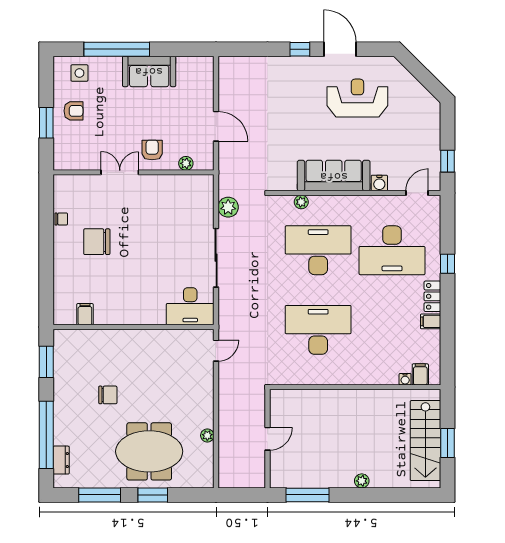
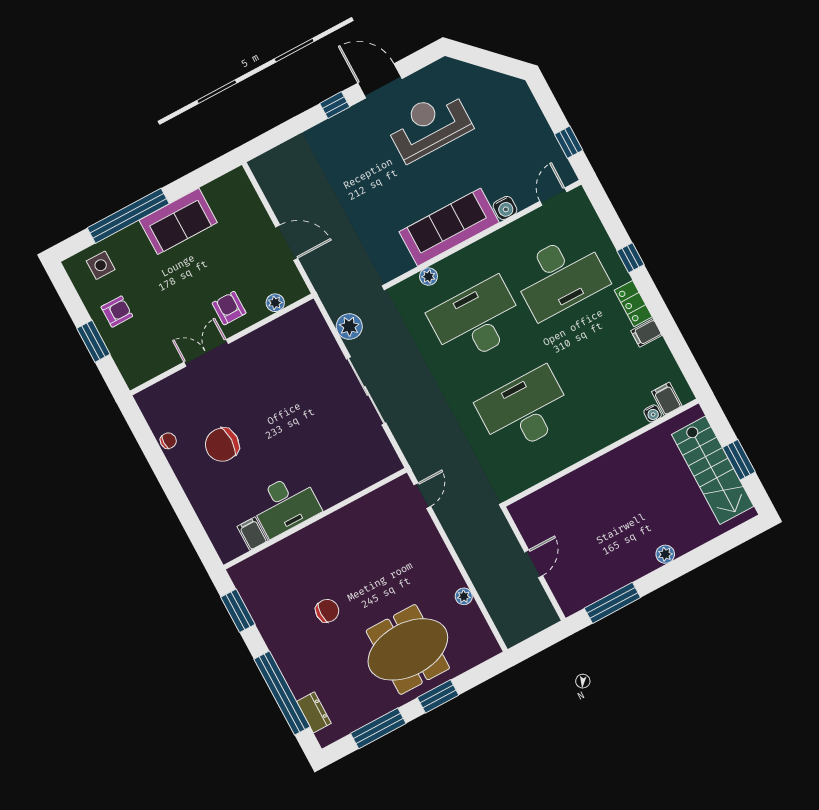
desk: (190, 306) -> (285, 505), moved

